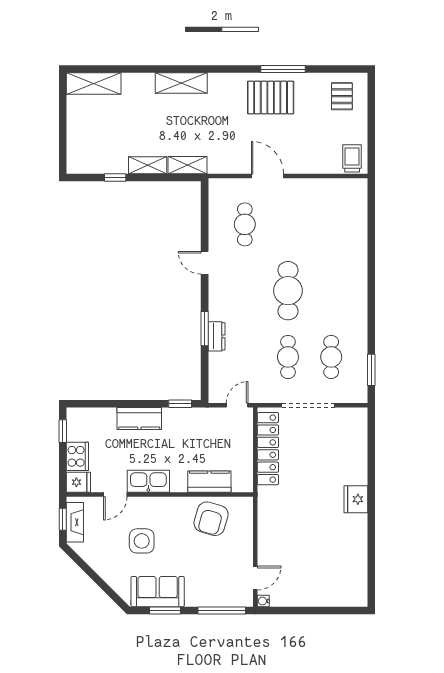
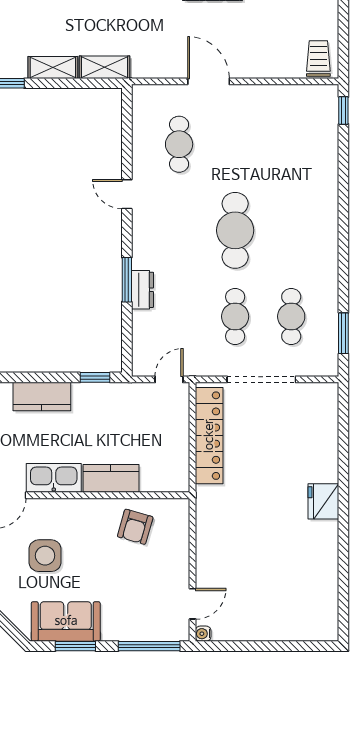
window: (371, 198) -> (343, 110), added
kitchen counter: (209, 482) -> (111, 478), moved
armchair: (211, 519) -> (135, 527), width x0.72, depth x0.72

